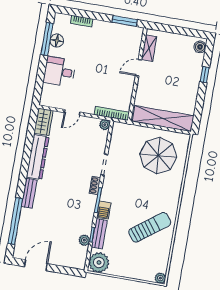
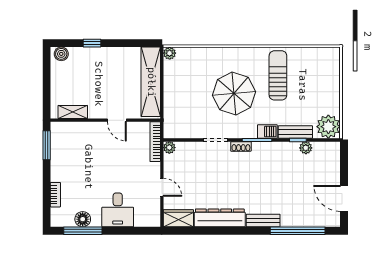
door: (139, 68) -> (117, 120), moved
parasol: (158, 155) -> (234, 93), moved
sun lounger: (150, 227) -> (278, 75), turned 37
plant: (160, 278) -> (170, 53), moved

